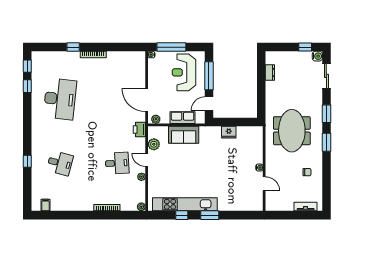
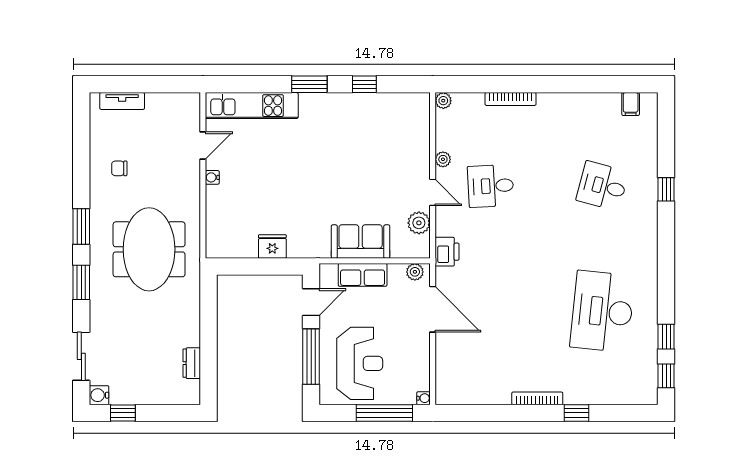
door: (264, 184) -> (203, 146), swing flipped
kitchen unit: (185, 204) -> (252, 106), moved, width x0.73

